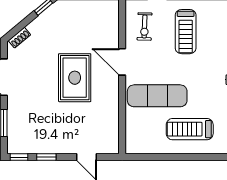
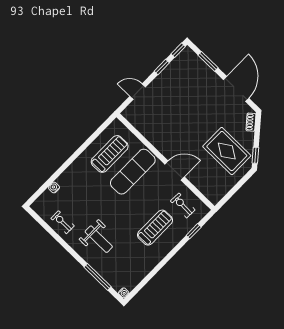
treadmill: (186, 32) -> (155, 228), turned 90
rug: (75, 78) -> (227, 151), moved
treadmill: (190, 129) -> (110, 154), moved

